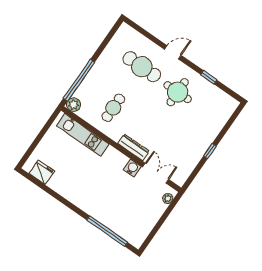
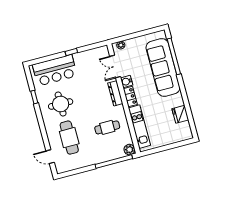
door: (173, 52) -> (50, 157), moved
bar counter: (211, 120) -> (55, 70), added
locker: (116, 156) -> (130, 97), added
fridge: (42, 172) -> (180, 114), moved
sofa: (108, 211) -> (163, 68), added

